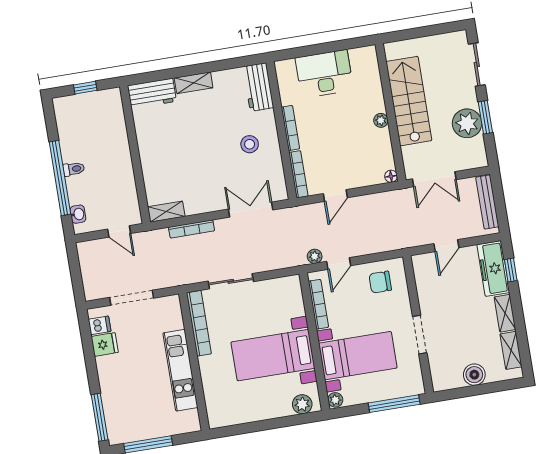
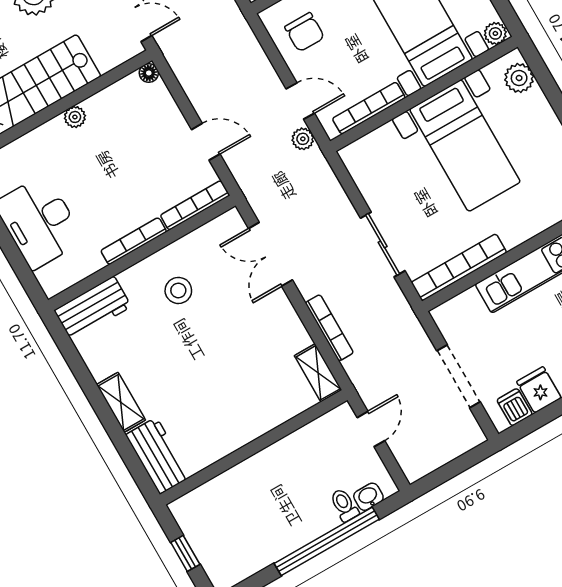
toilet: (74, 169) -> (344, 505), moved

